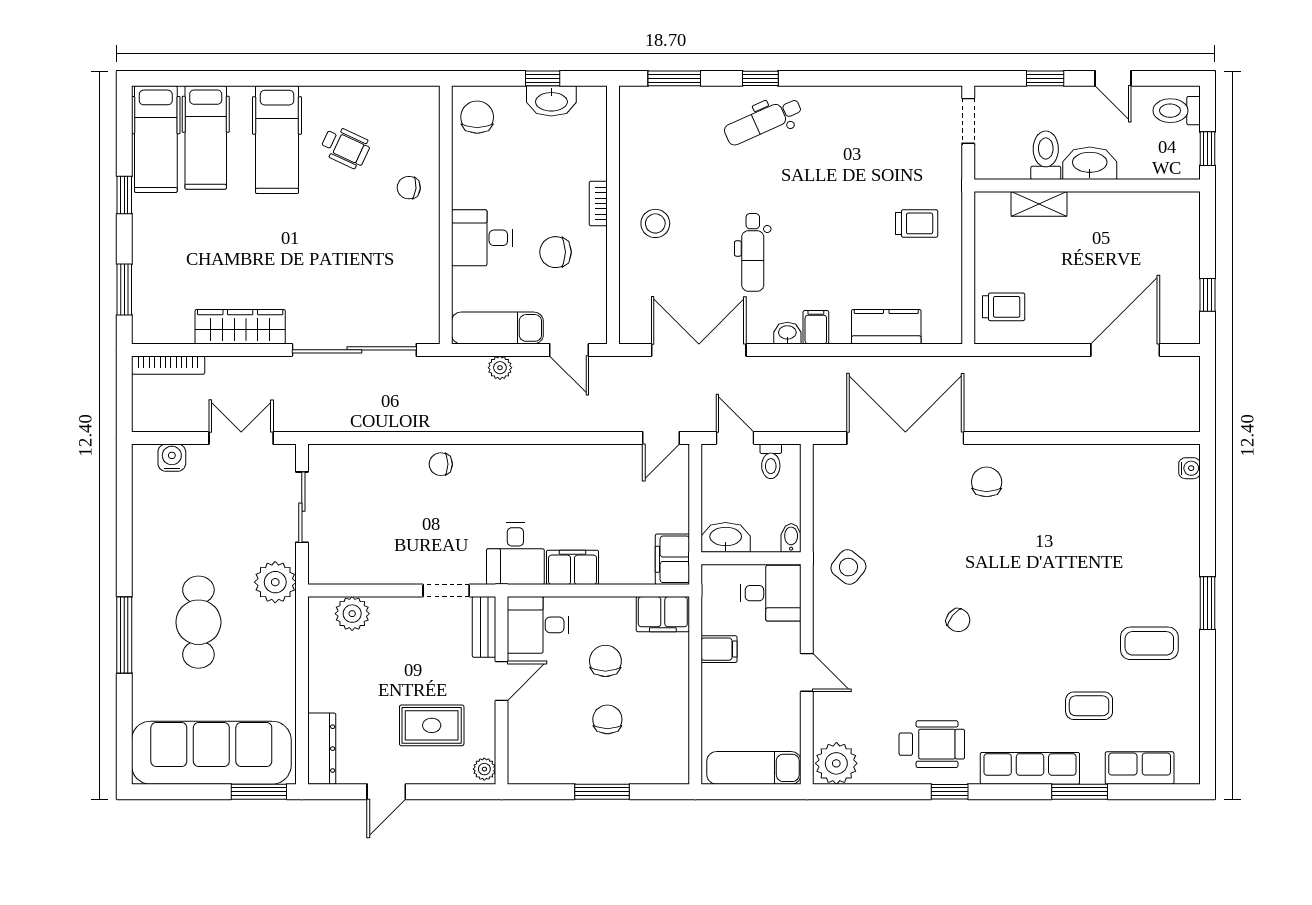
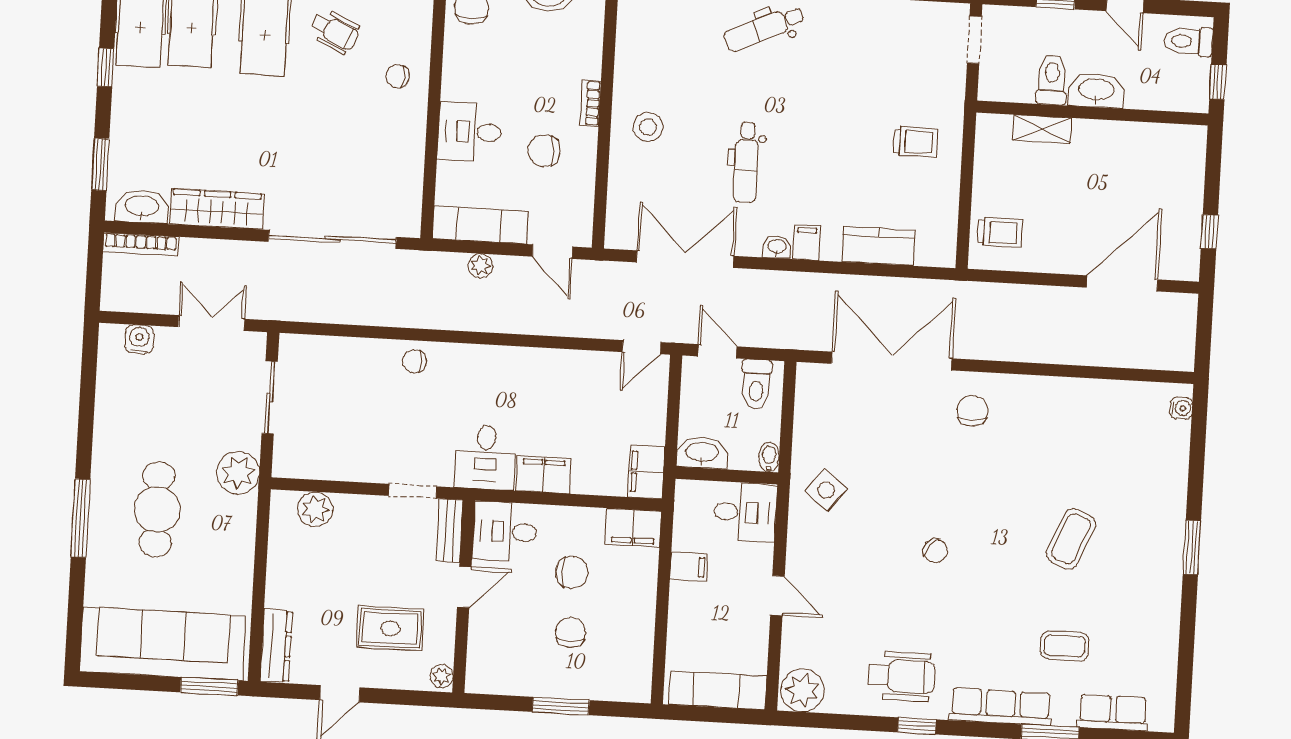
washbasin: (167, 328) -> (142, 207), added
toilet: (771, 461) -> (756, 384), width x1.37, depth x1.39
coffee table: (1149, 643) -> (1071, 539), moved, turned -67
chair: (605, 661) -> (572, 572), turned 90

